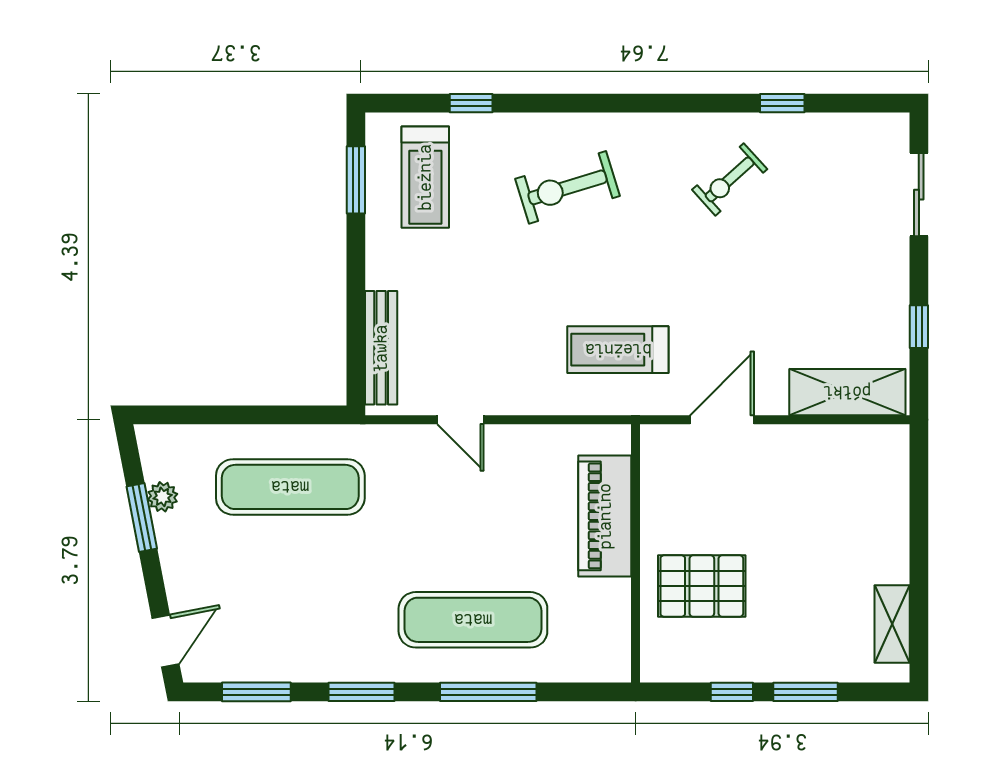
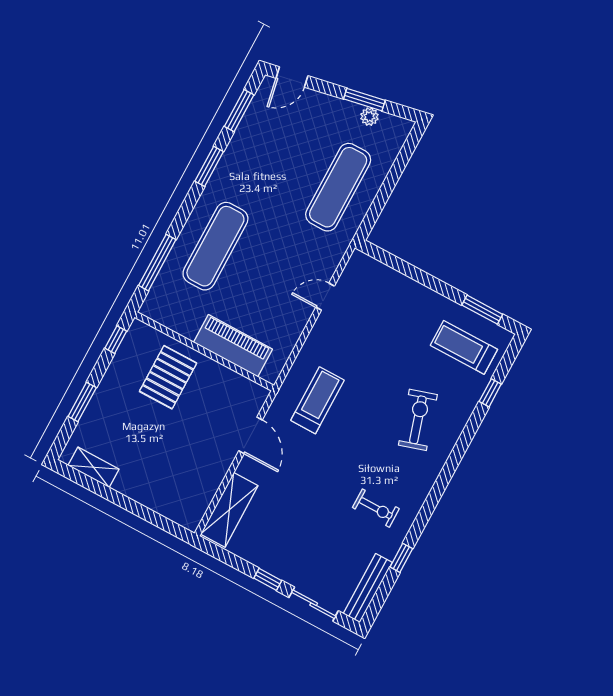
exercise bike: (730, 179) -> (376, 508), turned 132
window: (919, 327) -> (268, 579), moved
bench: (381, 348) -> (368, 588), moved, turned 90
door: (166, 641) -> (292, 77), hinge flipped
window: (488, 692) -> (157, 263), moved
window: (732, 692) -> (116, 340), moved

